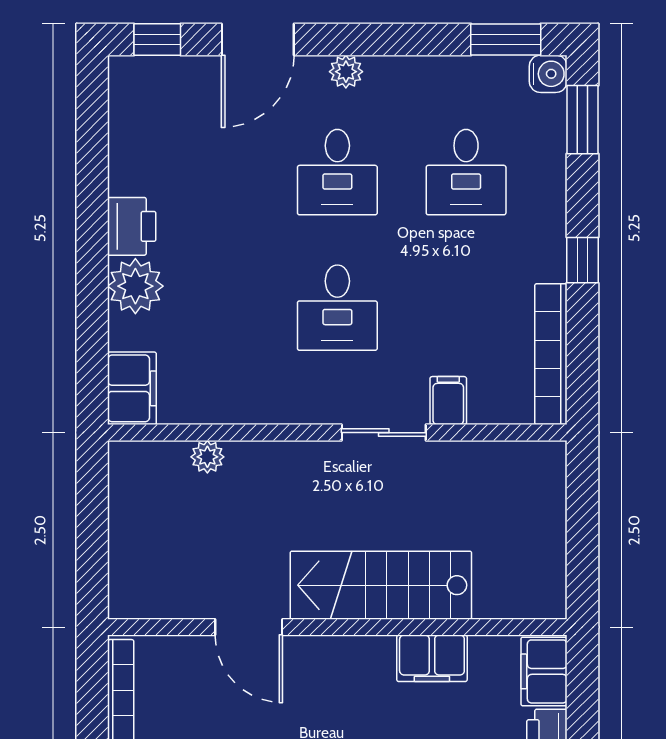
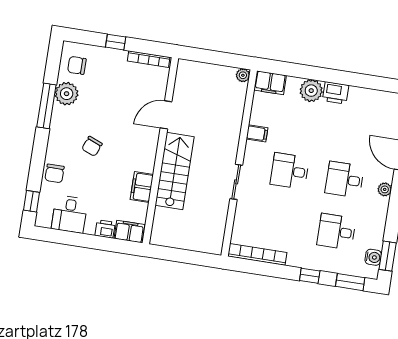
water cooler: (548, 74) -> (373, 257), moved, turned -90
window: (583, 260) -> (310, 276), moved
filing cabinet: (448, 401) -> (257, 133), moved
plant: (207, 457) -> (243, 75), moved

